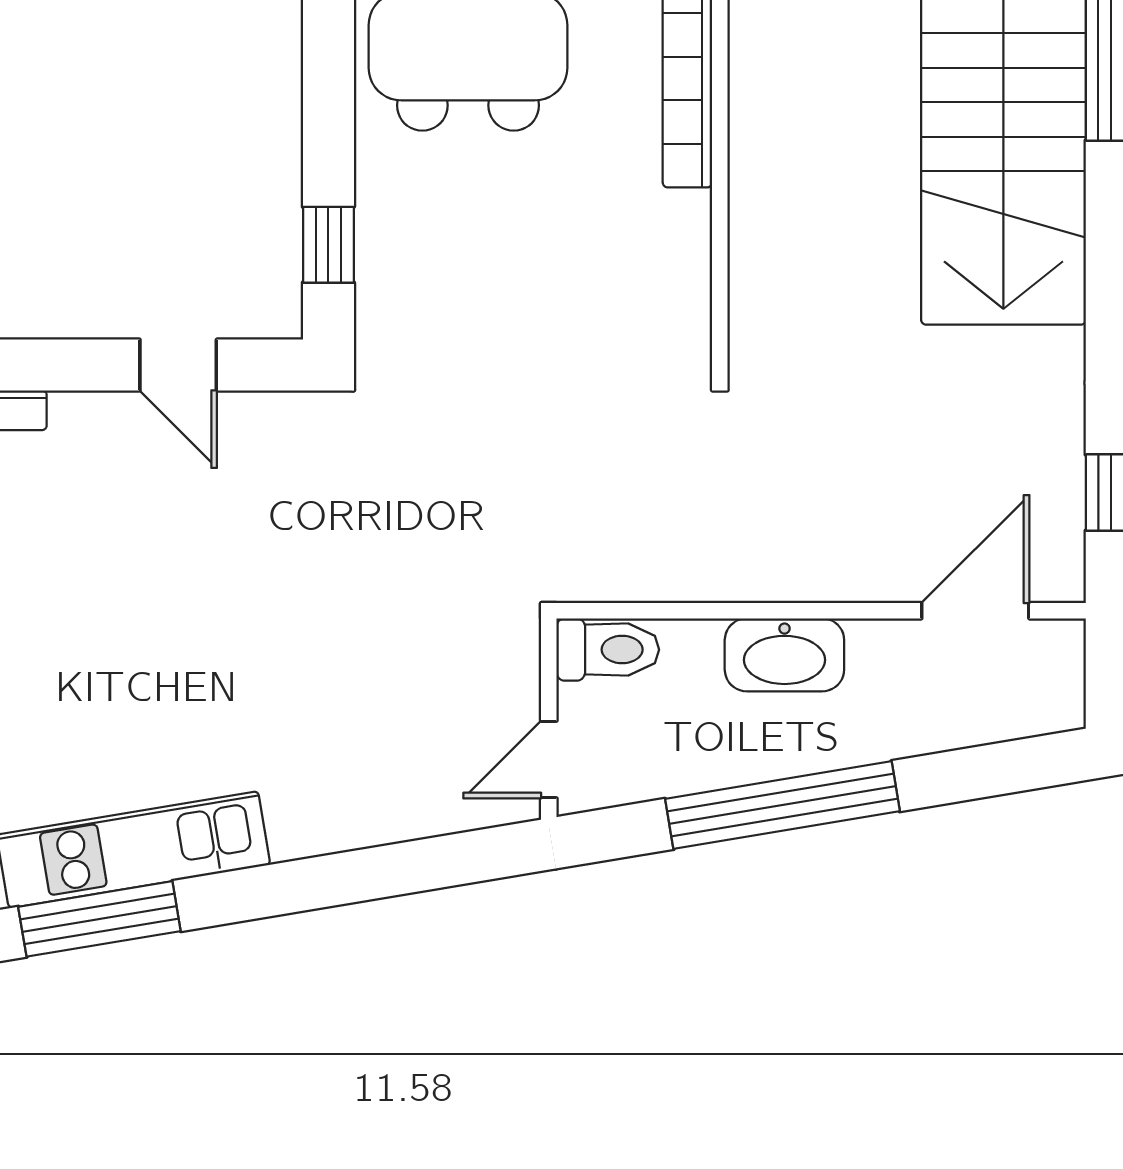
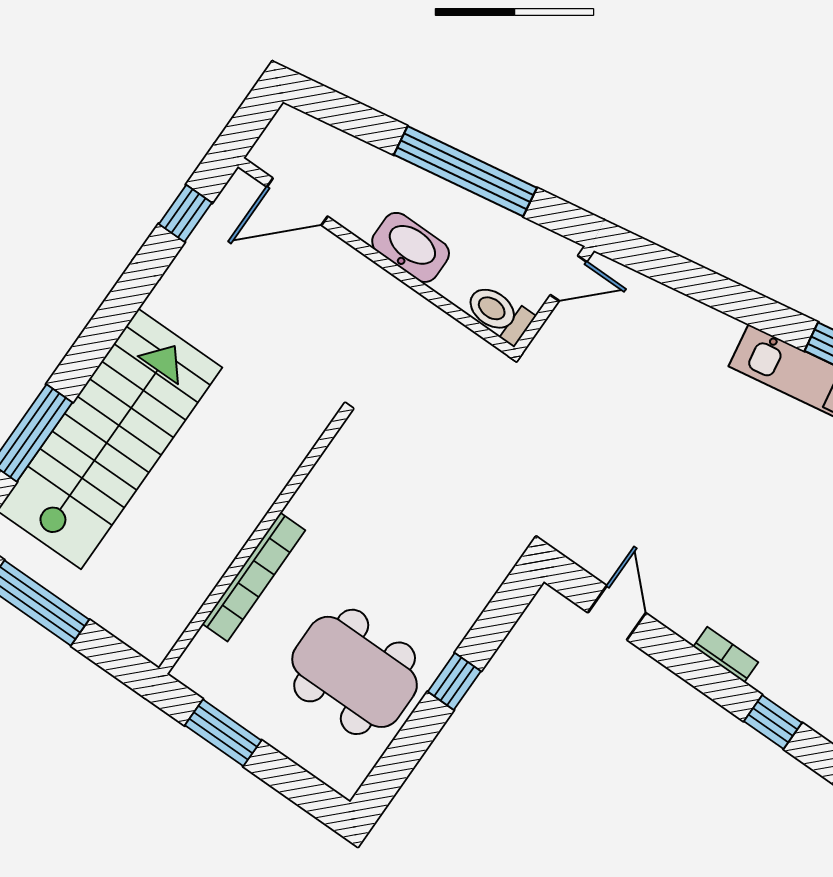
window: (328, 245) -> (454, 681), moved

